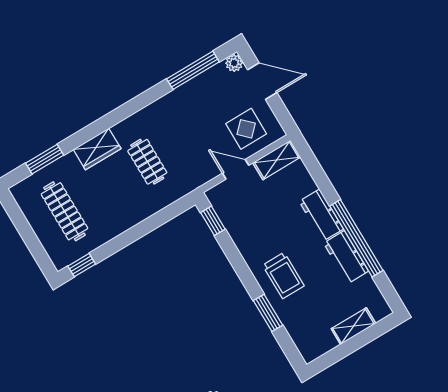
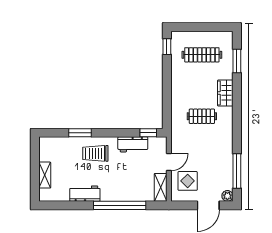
workbench: (321, 215) -> (133, 144), moved, turned 180
window: (356, 238) -> (120, 205), moved

